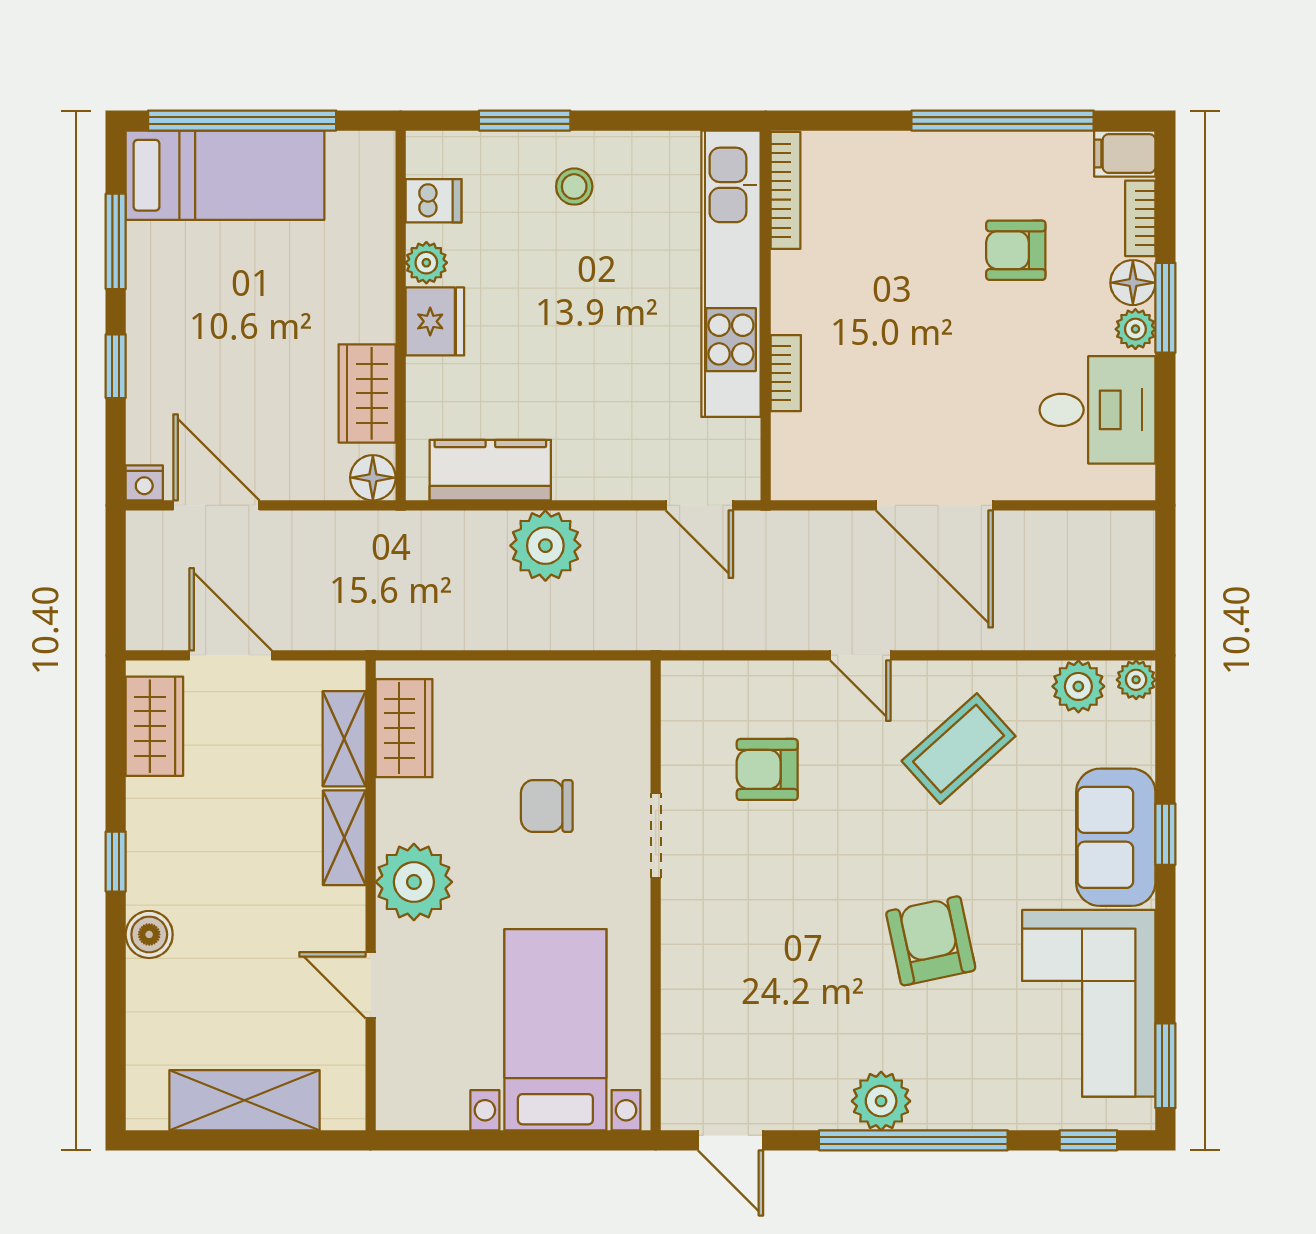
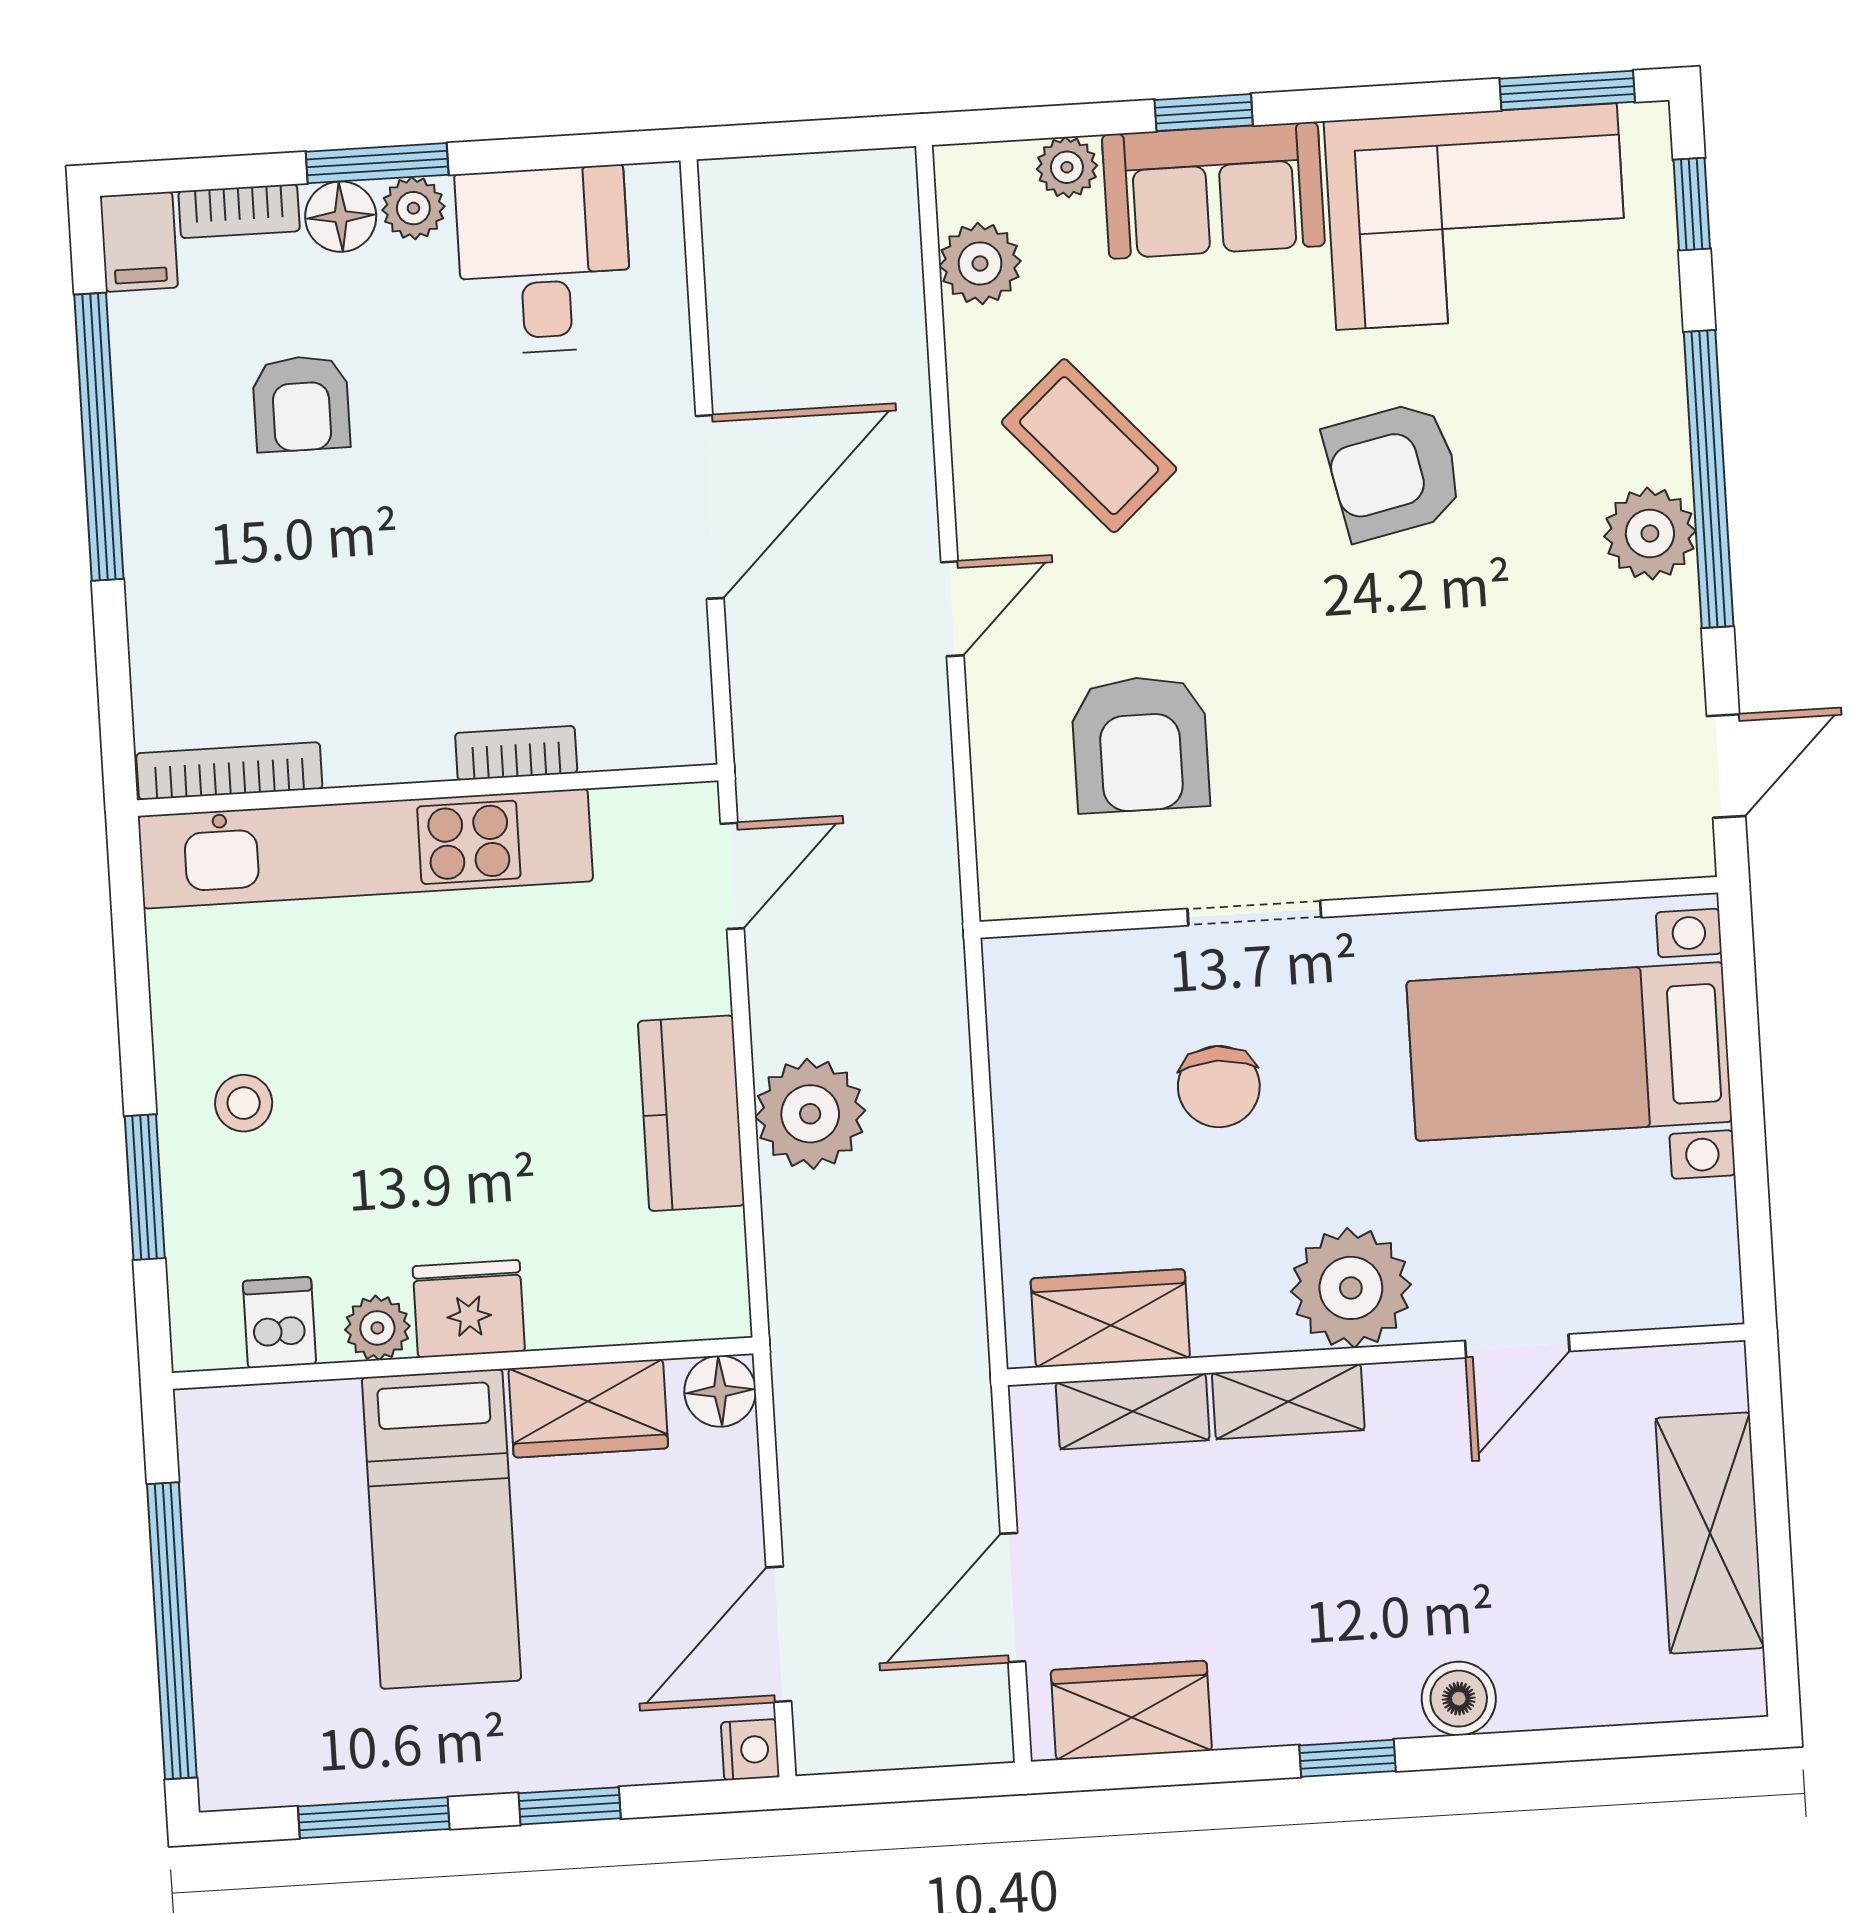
bed: (225, 175) -> (441, 1529), moved, turned 180
kitchen counter: (490, 470) -> (691, 1113), moved
plant: (1136, 680) -> (1067, 167), moved
armchair: (767, 769) -> (1140, 744), width x1.38, depth x1.38

